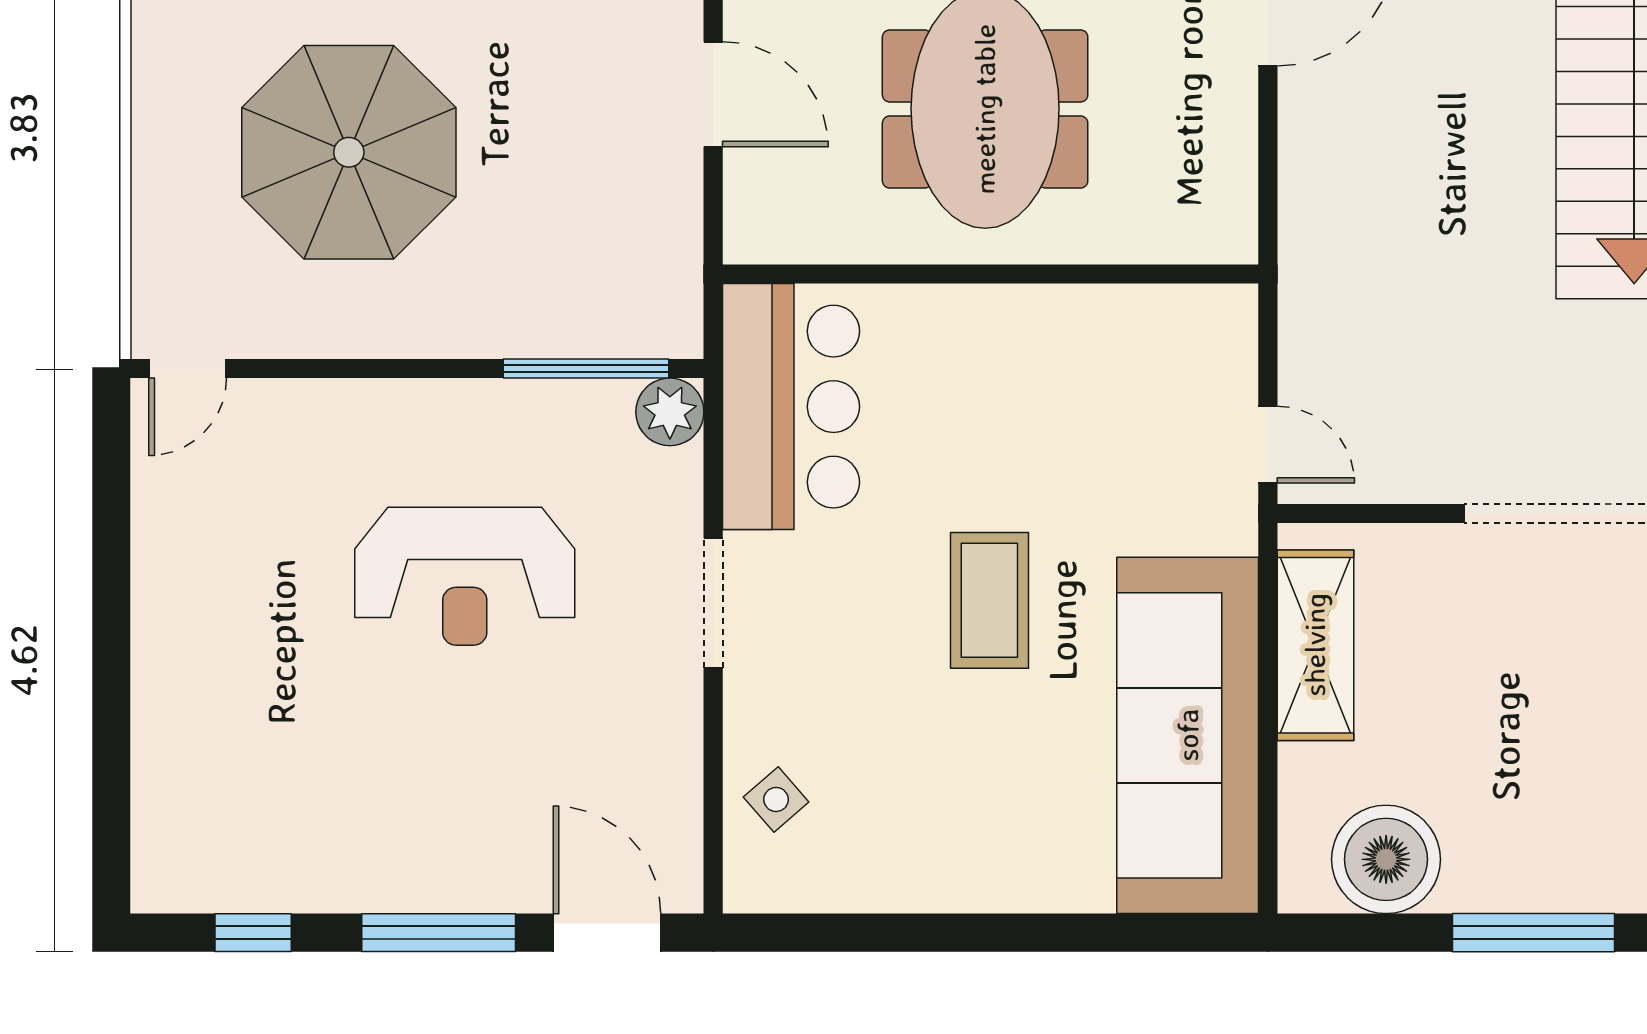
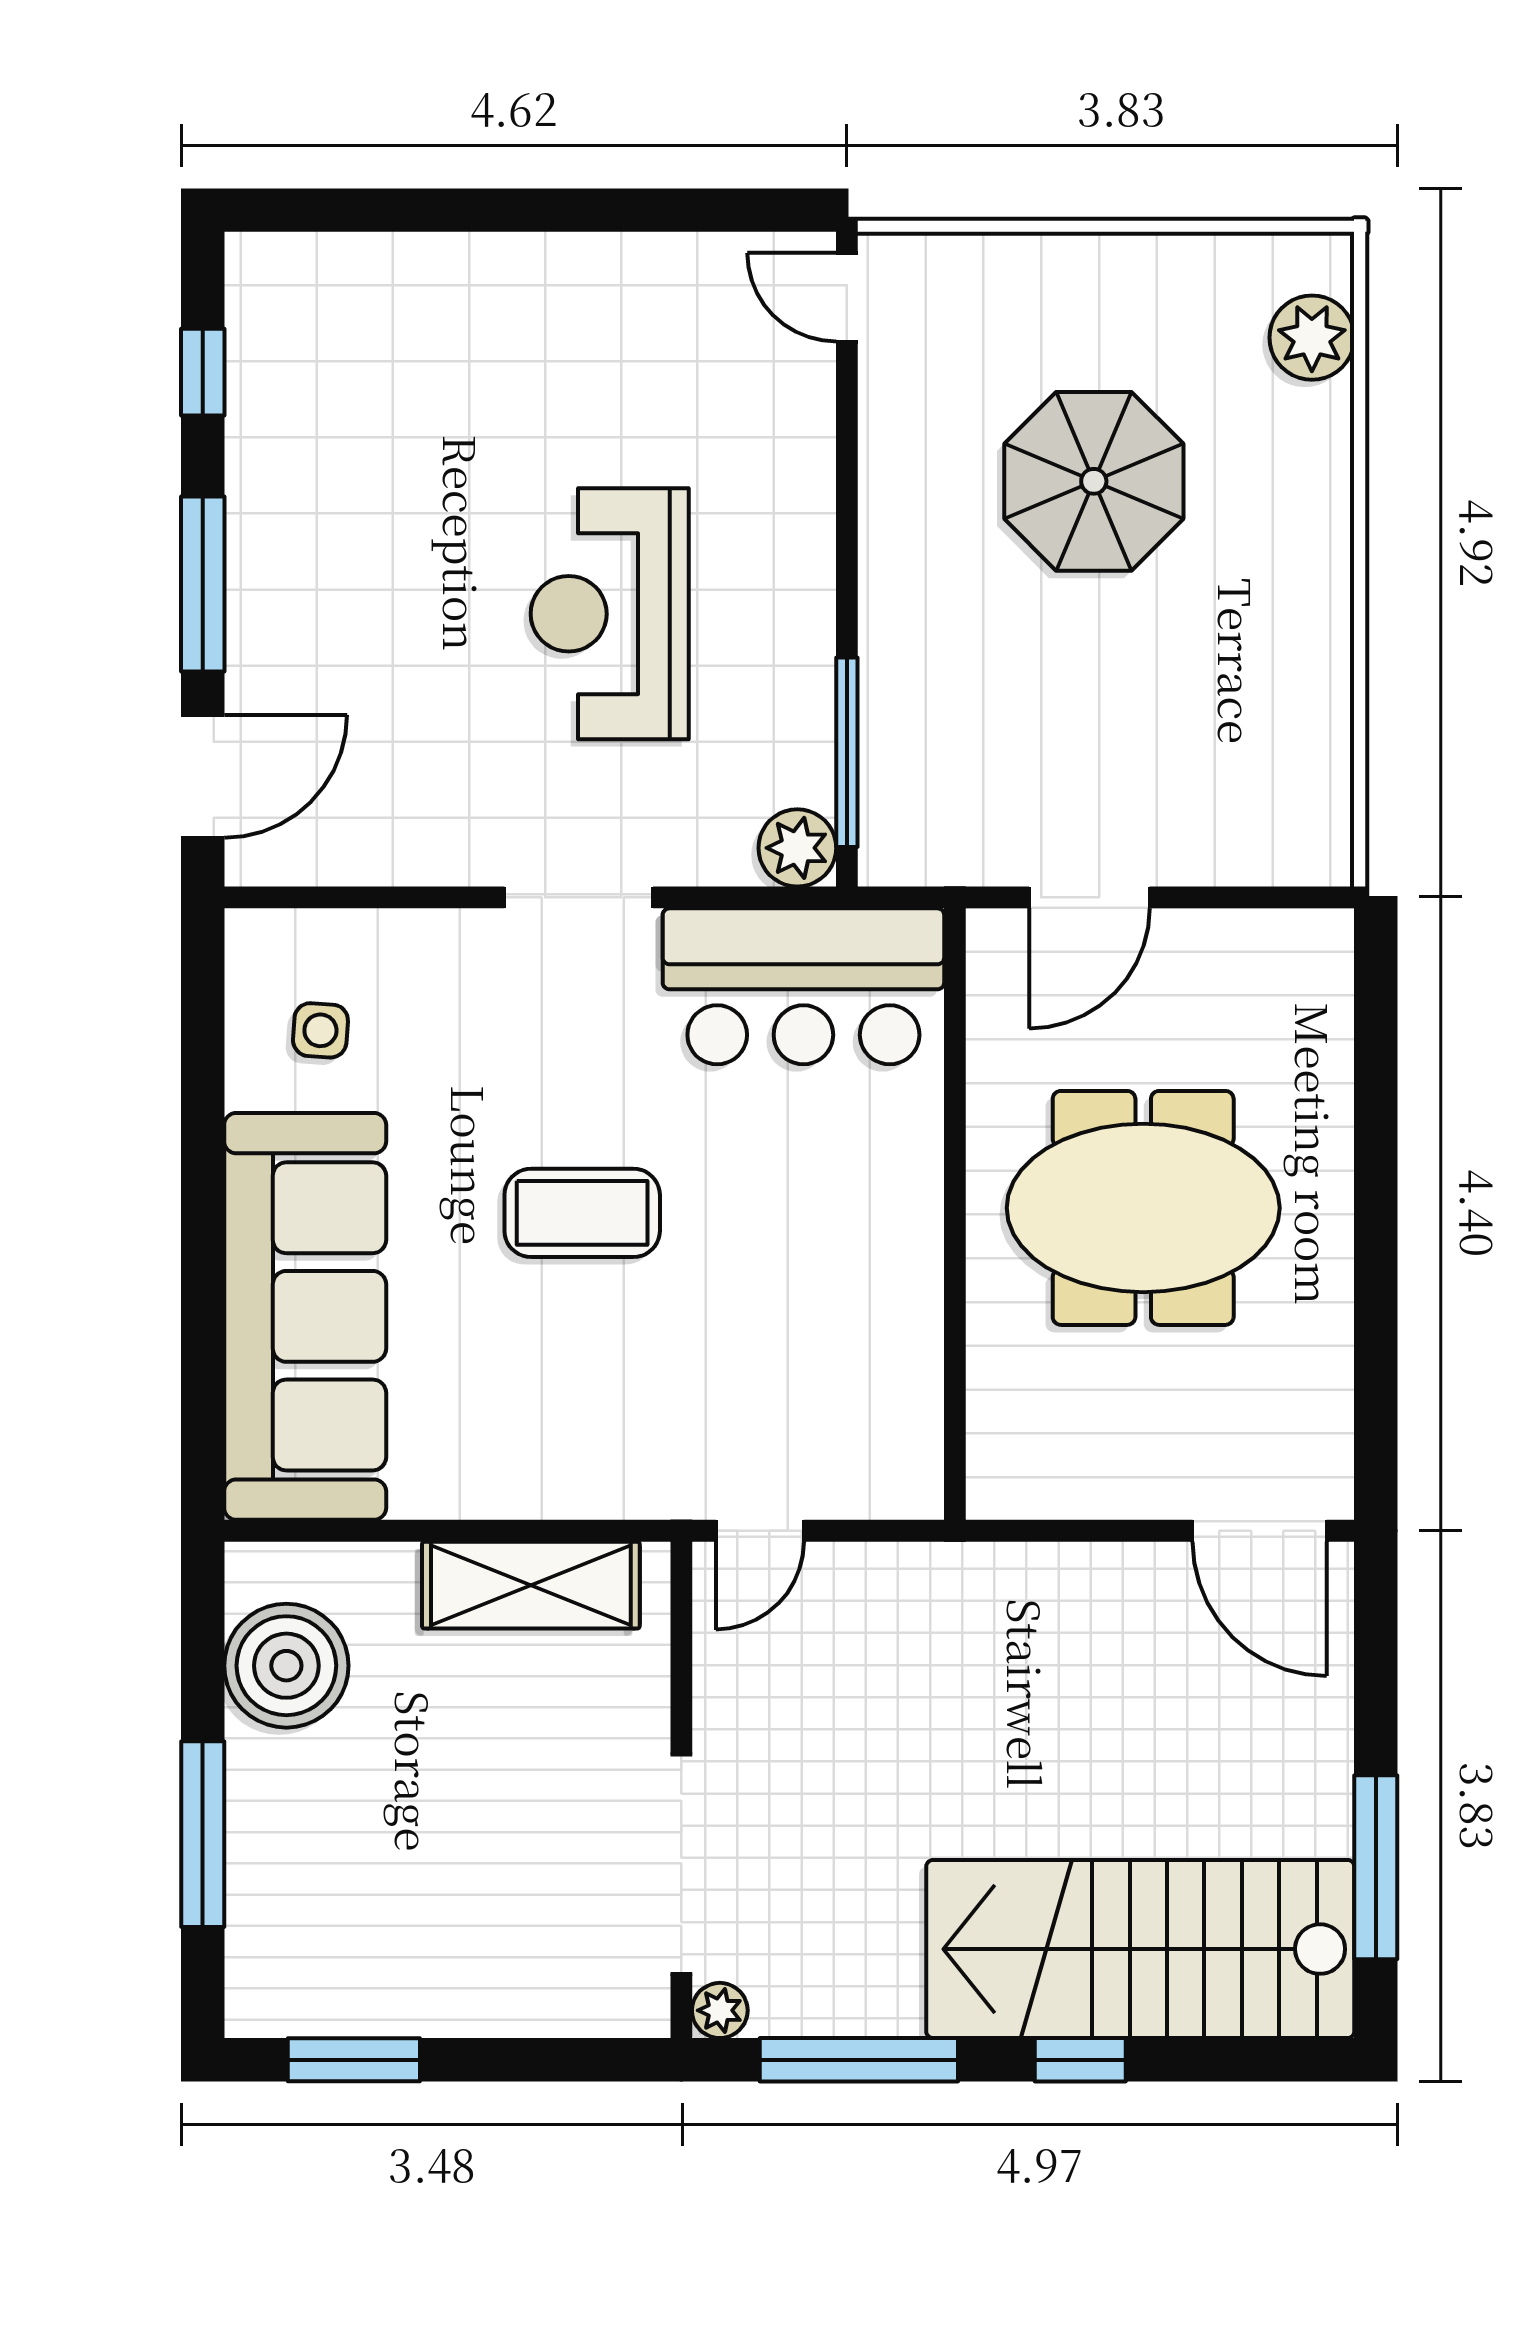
door: (713, 94) -> (1089, 897), moved
parasol: (349, 152) -> (1094, 481), width x0.73, depth x0.73
sofa: (1188, 735) -> (305, 1316), moved, turned 90
side table: (776, 799) -> (320, 1030), moved, turned 45

